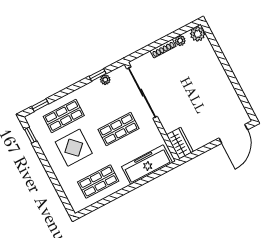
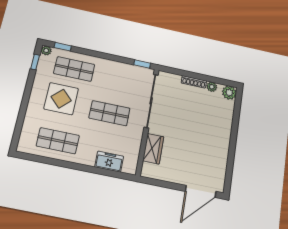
window: (98, 75) -> (142, 64), moved
plant: (105, 80) -> (46, 50), moved
wardrobe: (180, 143) -> (153, 149), moved
freezer: (147, 165) -> (109, 162), width x0.52, depth x0.79

